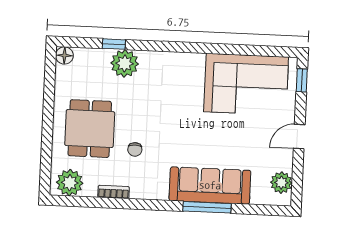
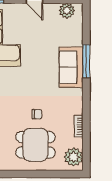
chair: (135, 149) -> (37, 114), moved
sofa: (210, 185) -> (71, 67), width x0.73

